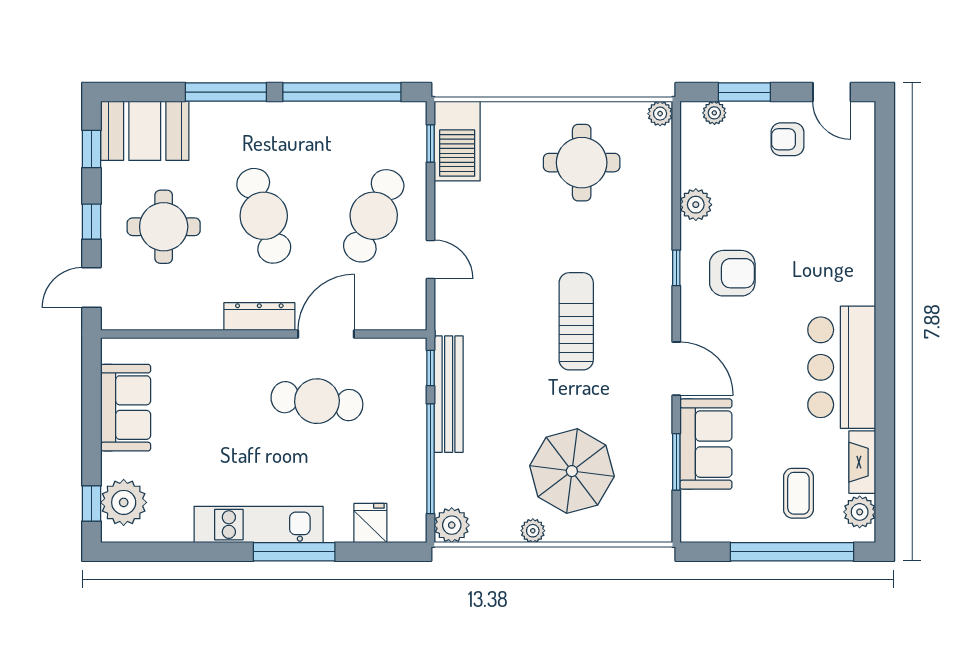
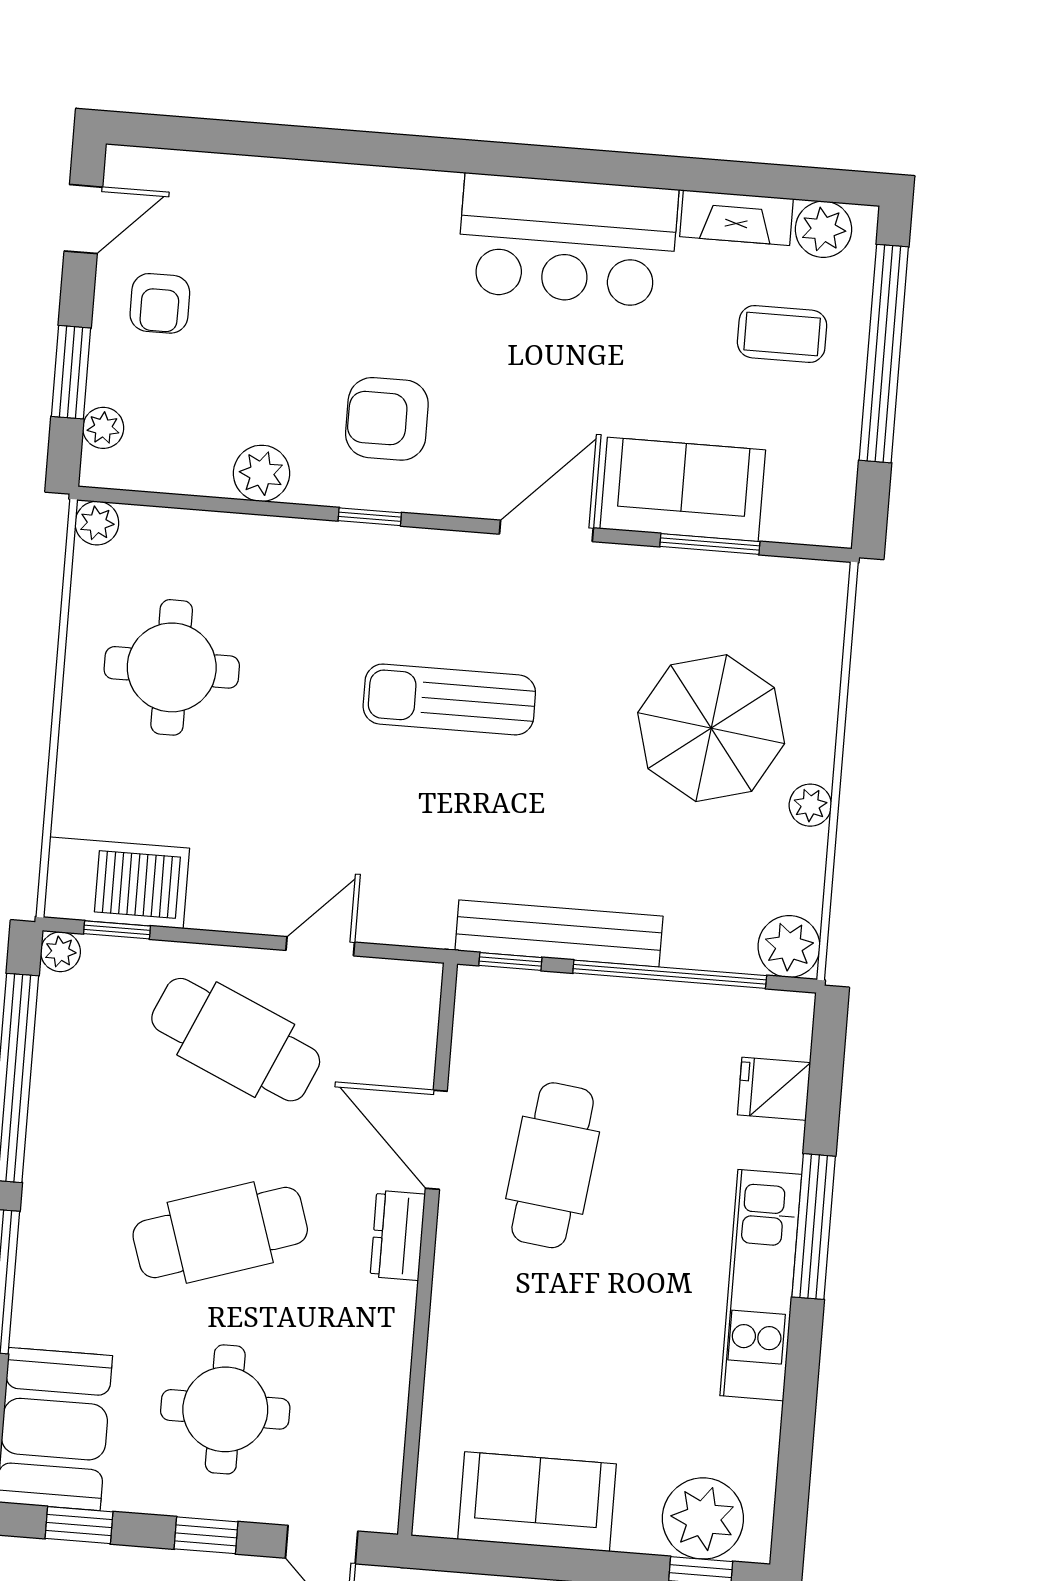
plant: (416, 112) -> (60, 952), added
armchair: (732, 273) -> (387, 419), turned -90
dresser: (259, 317) -> (398, 1235), width x0.70

